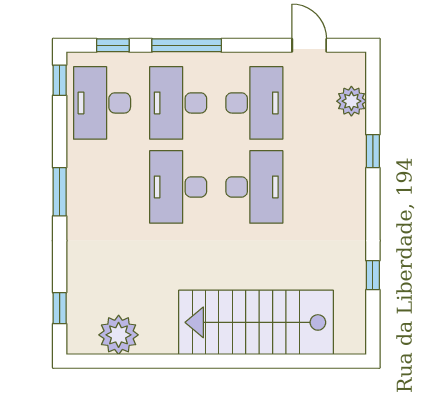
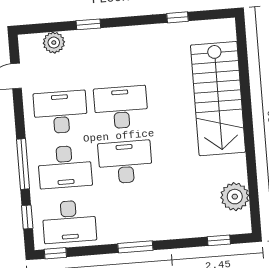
desk: (178, 187) -> (125, 162), turned 180

